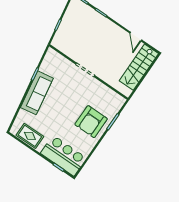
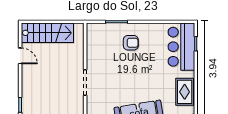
door: (136, 37) -> (20, 56), hinge flipped
armchair: (91, 122) -> (131, 43), width x0.53, depth x0.53

